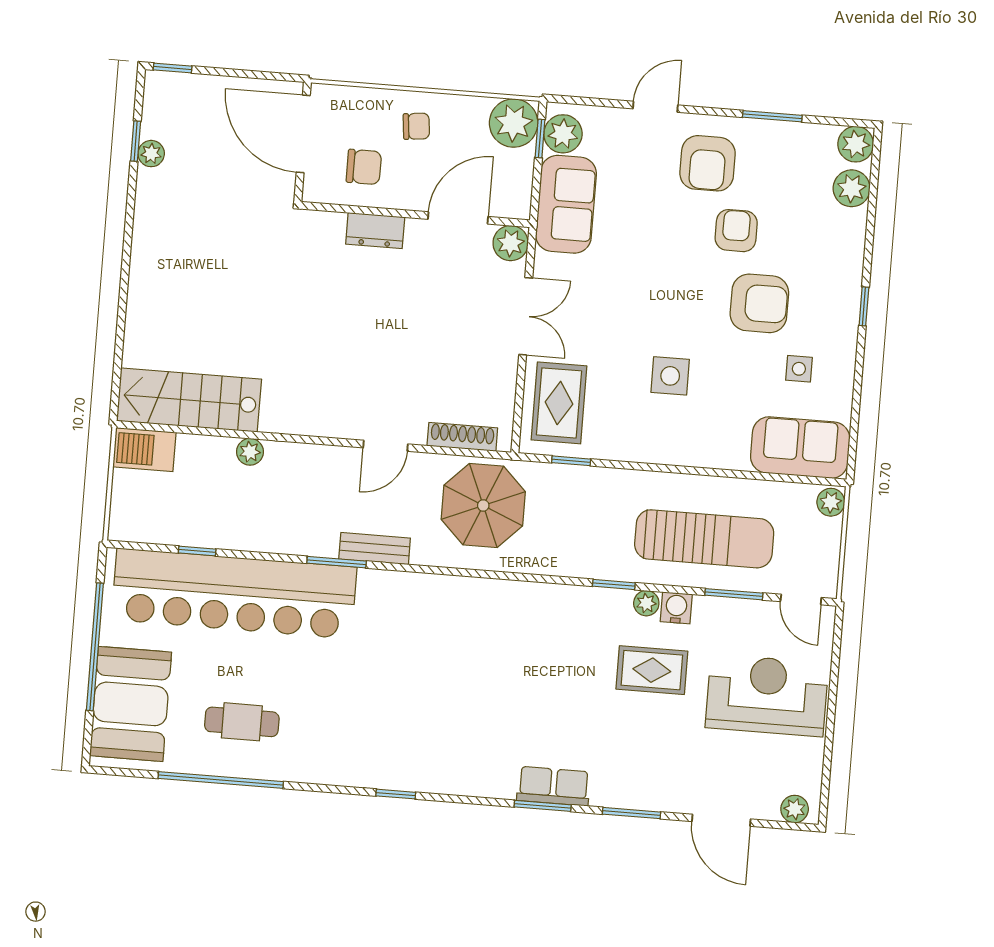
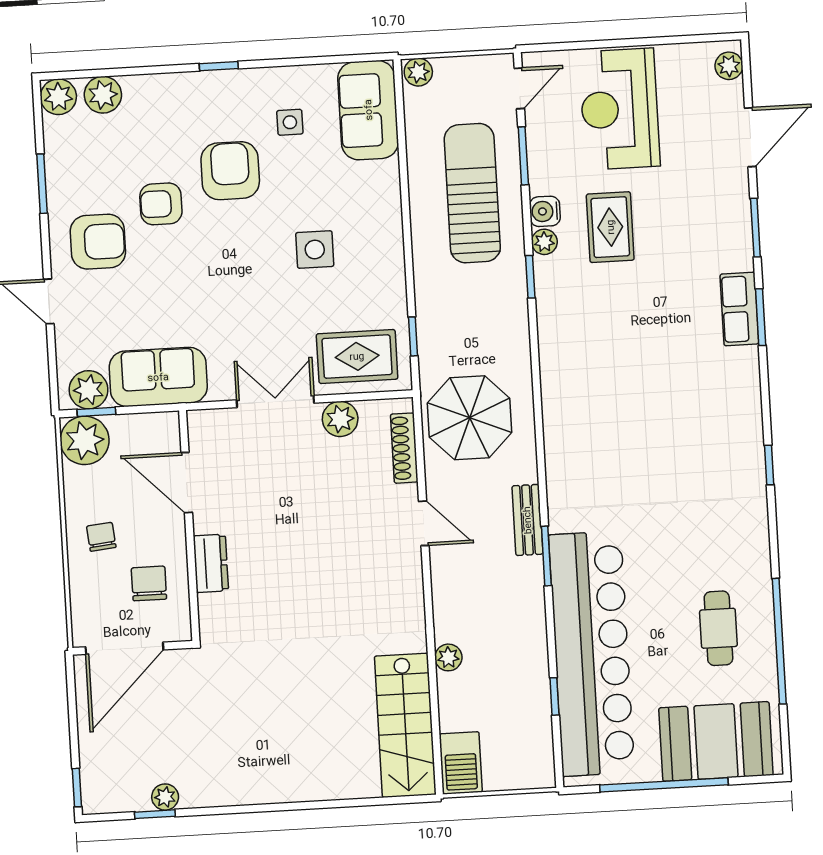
plant: (511, 243) -> (340, 419), moved

